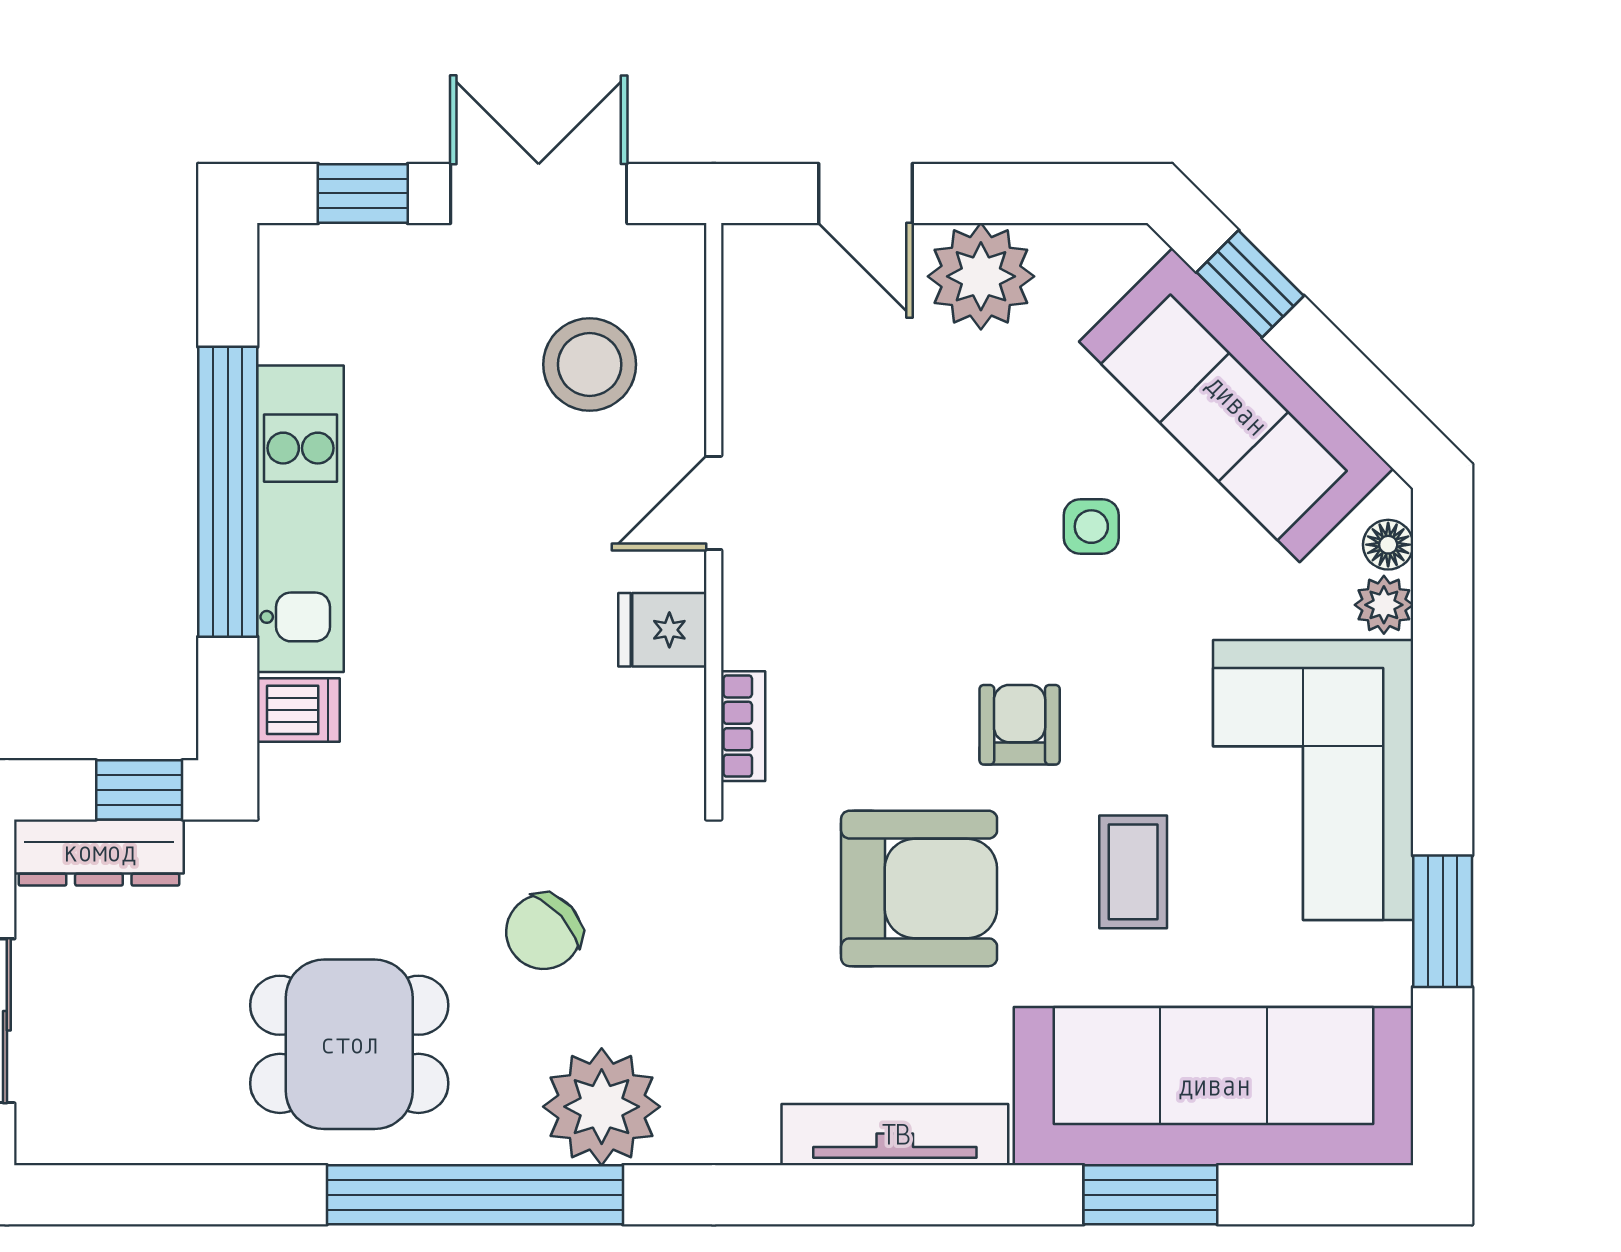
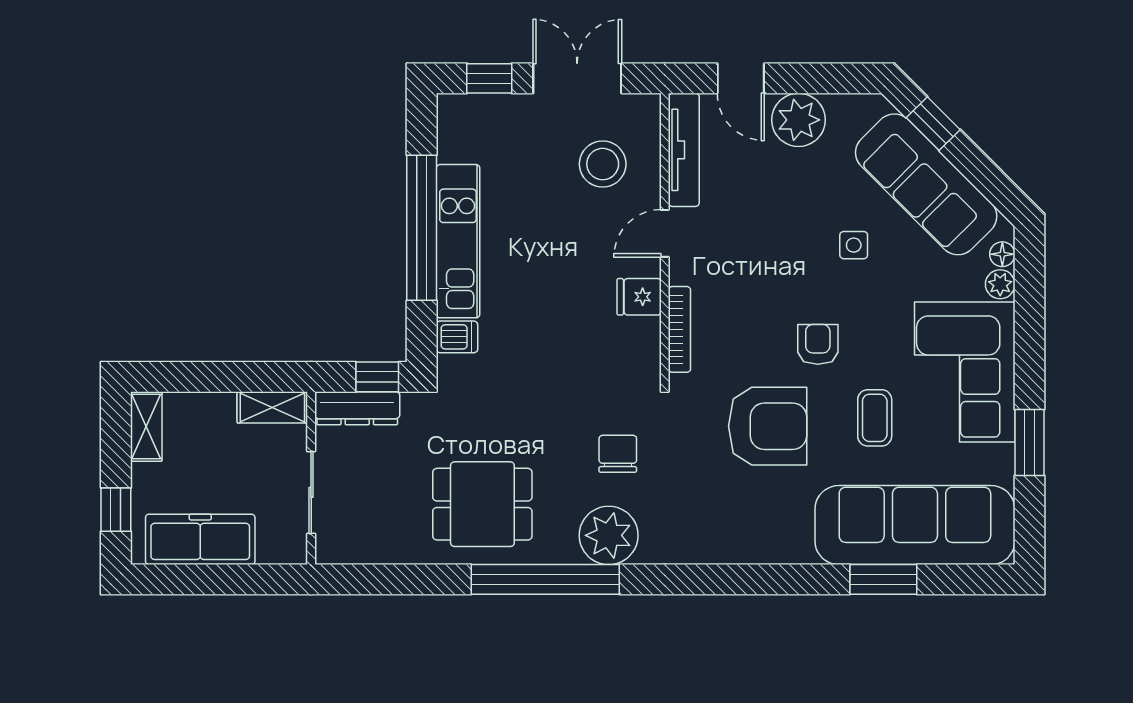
bookcase: (743, 726) -> (679, 329), width x1.56
chair: (544, 932) -> (618, 454), moved, turned 132
tv unit: (895, 1135) -> (684, 150), moved, turned 90

